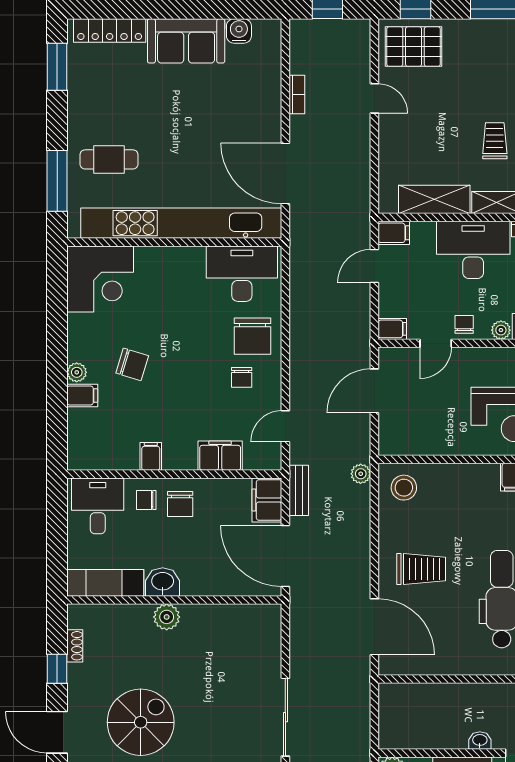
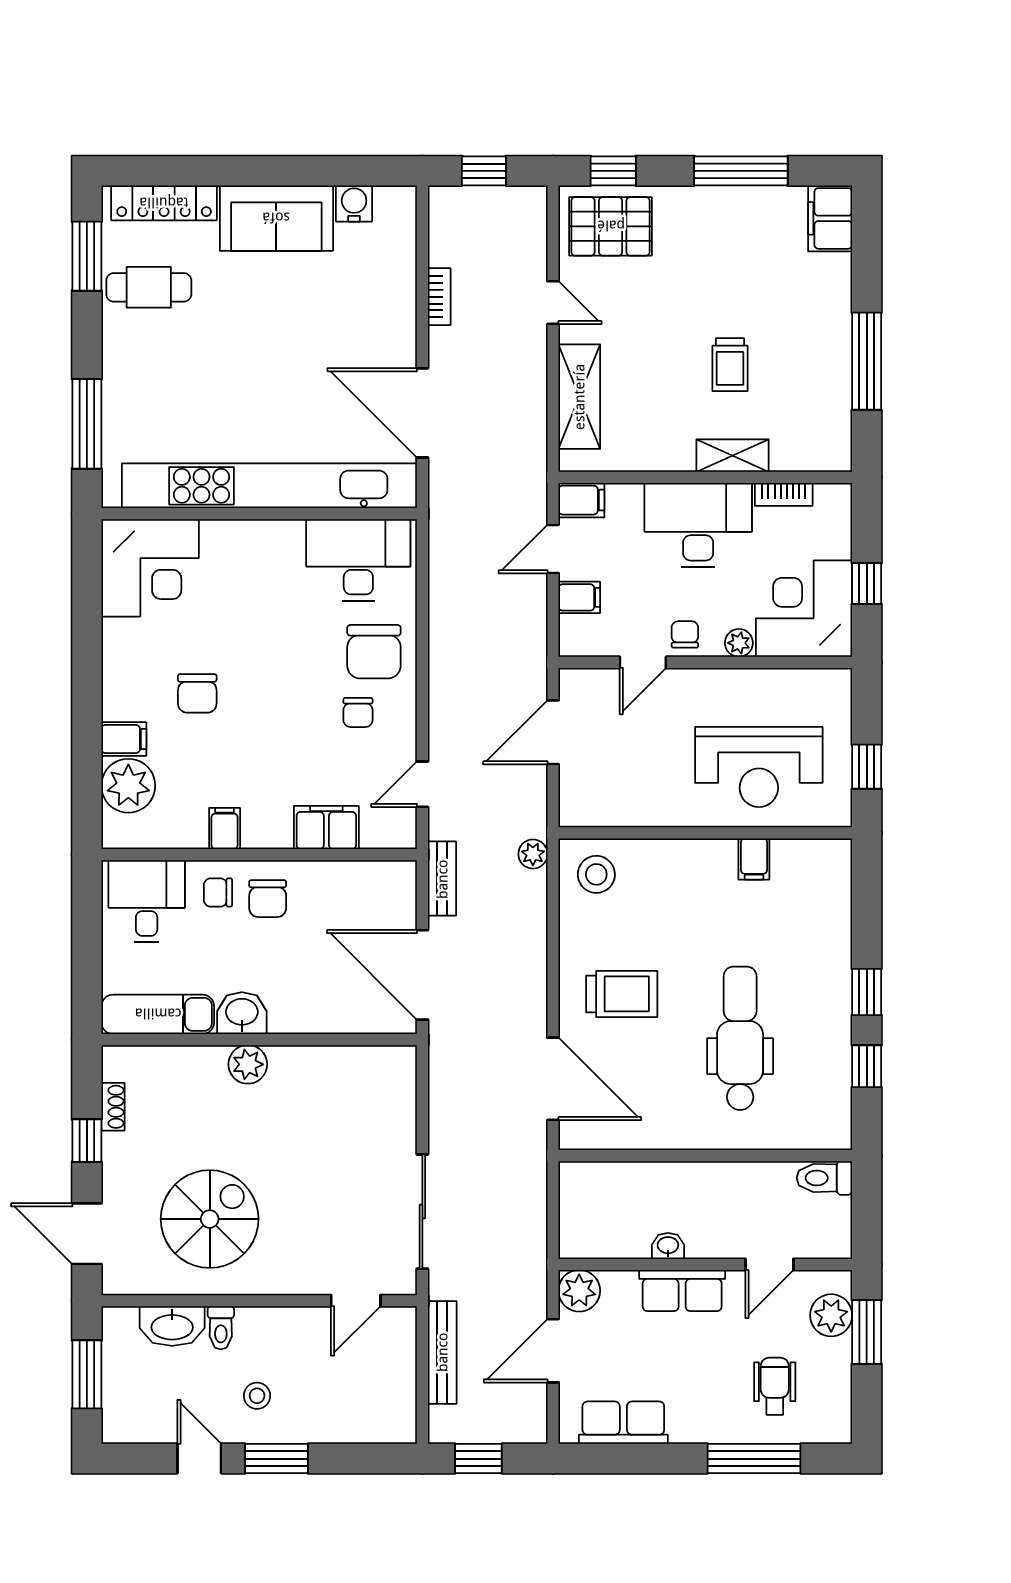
trolley: (495, 141) -> (730, 365), turned 180
cafe table: (109, 159) -> (149, 287), moved
shelving: (434, 199) -> (579, 397), moved, turned 90
filing cabinet: (392, 329) -> (579, 597), moved
chair: (132, 364) -> (197, 693), turned 73
plant: (77, 372) -> (128, 786), moved, width x1.88, depth x1.88
filing cabinet: (267, 500) -> (395, 893), removed
washbasin: (480, 741) -> (668, 1246), moved

